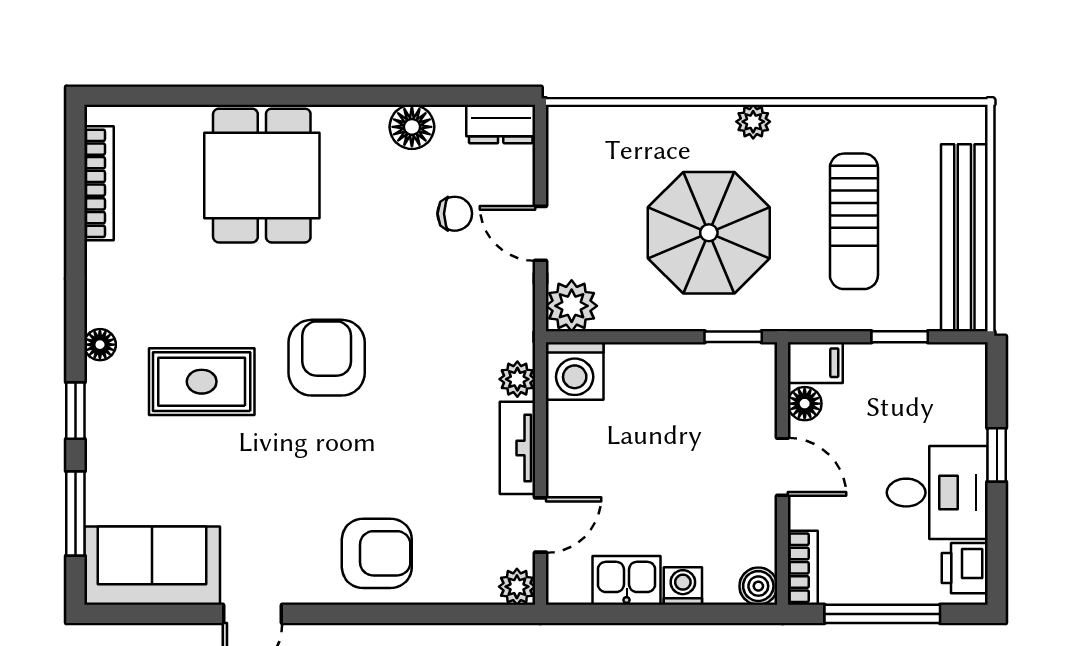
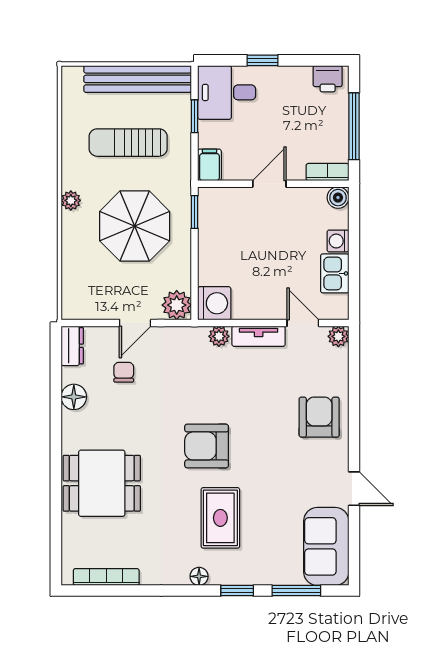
sun lounger: (854, 221) -> (128, 143), turned 180
floor lamp: (805, 404) -> (233, 171), removed
desk: (937, 493) -> (227, 92), moved, turned -90

